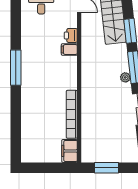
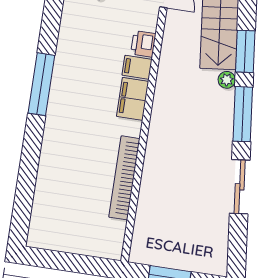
plant: (125, 77) -> (227, 80), moved
filing cabinet: (70, 151) -> (133, 99), moved

